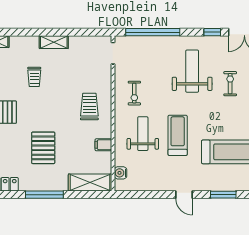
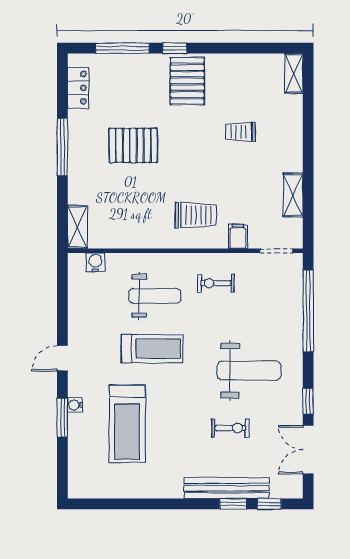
shelving: (54, 42) -> (293, 195), moved
filing cabinet: (103, 145) -> (238, 236), moved
shelving: (90, 183) -> (77, 227), width x0.67, depth x0.75
water cooler: (215, 186) -> (75, 405), added

